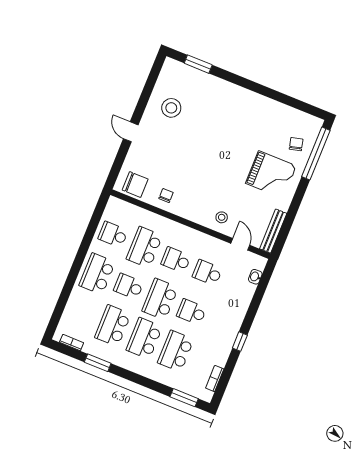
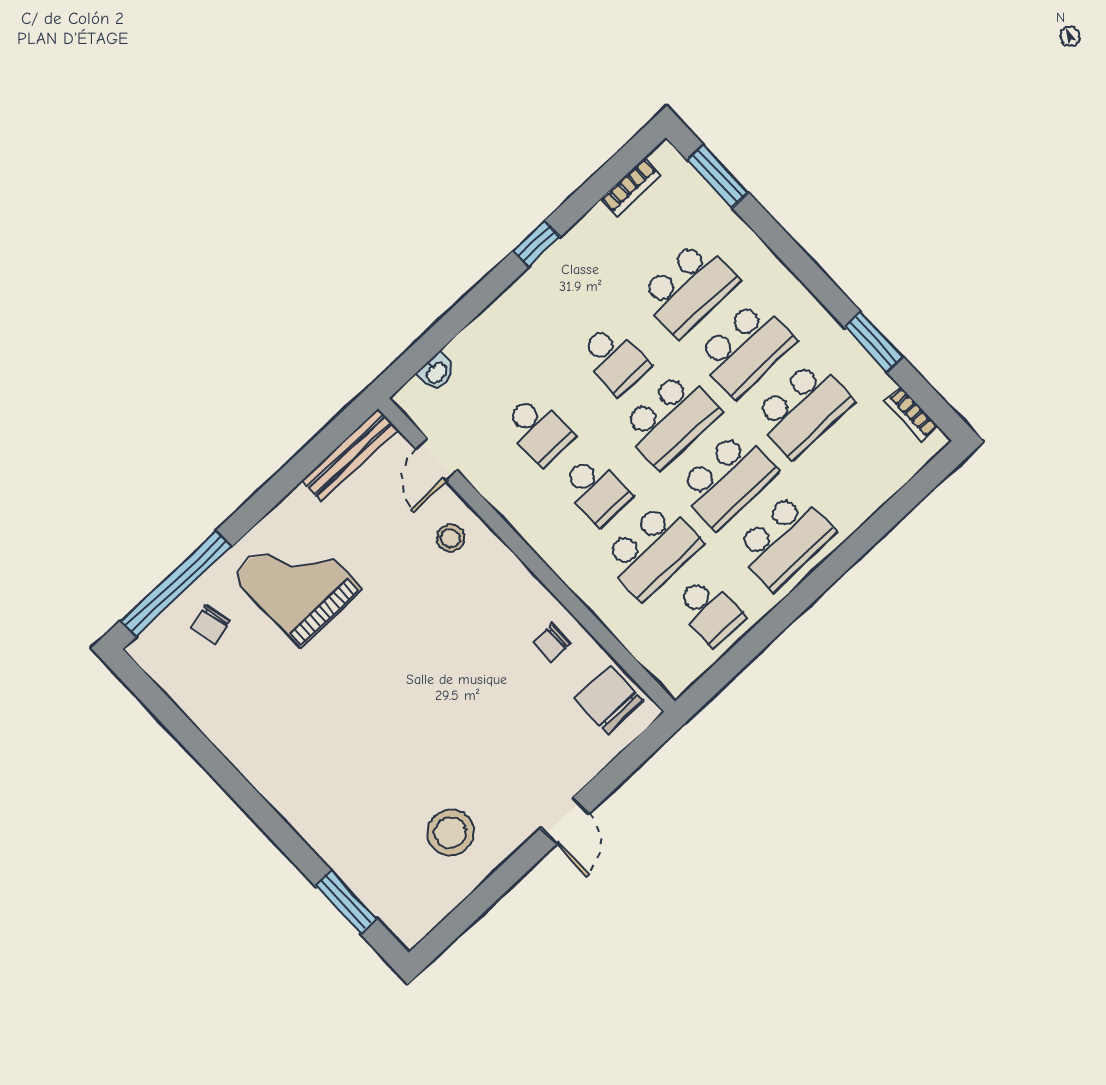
school desk: (129, 286) -> (727, 480), width x1.85

